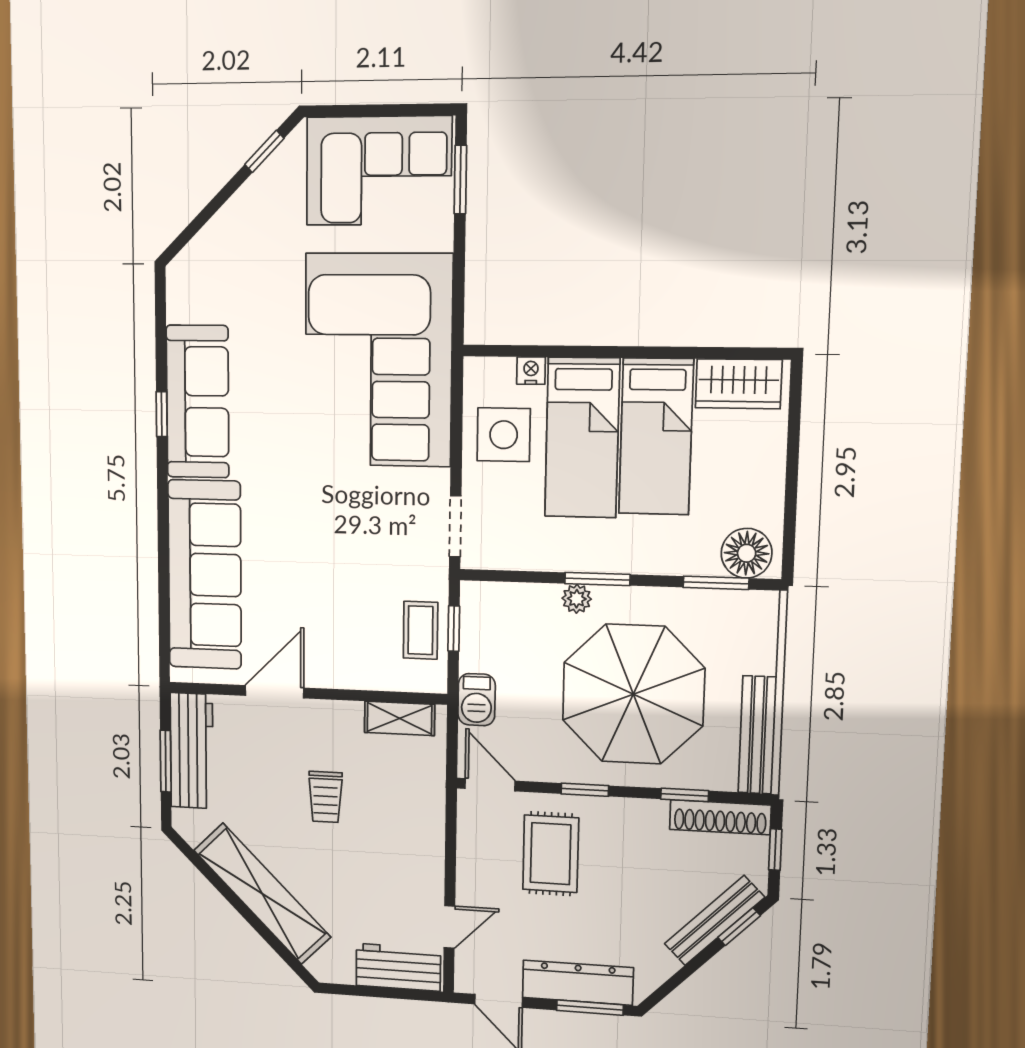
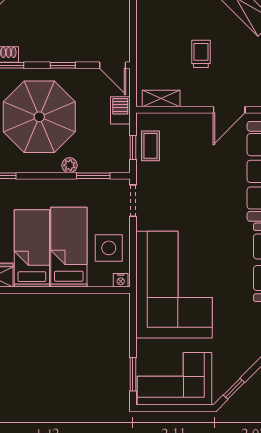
nightstand: (531, 371) -> (121, 280), moved
window: (597, 579) -> (93, 176), moved
rug: (551, 854) -> (80, 30), removed

